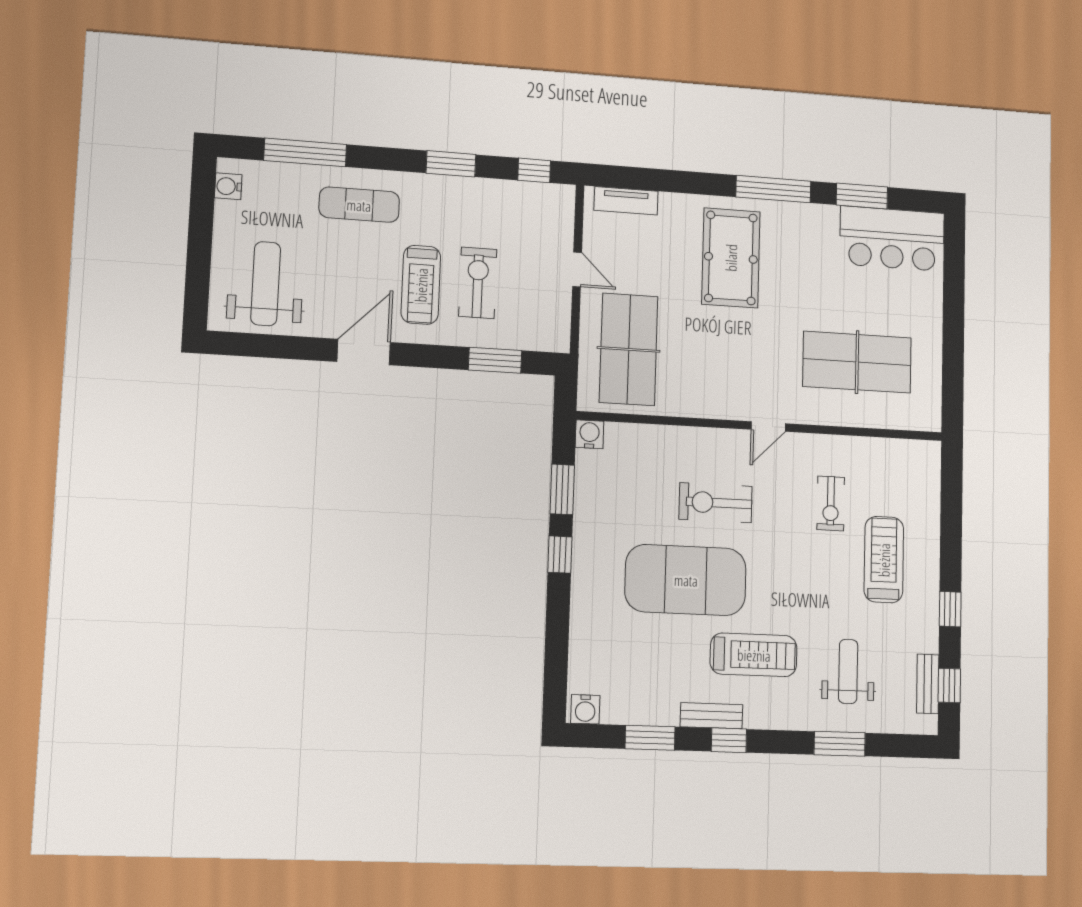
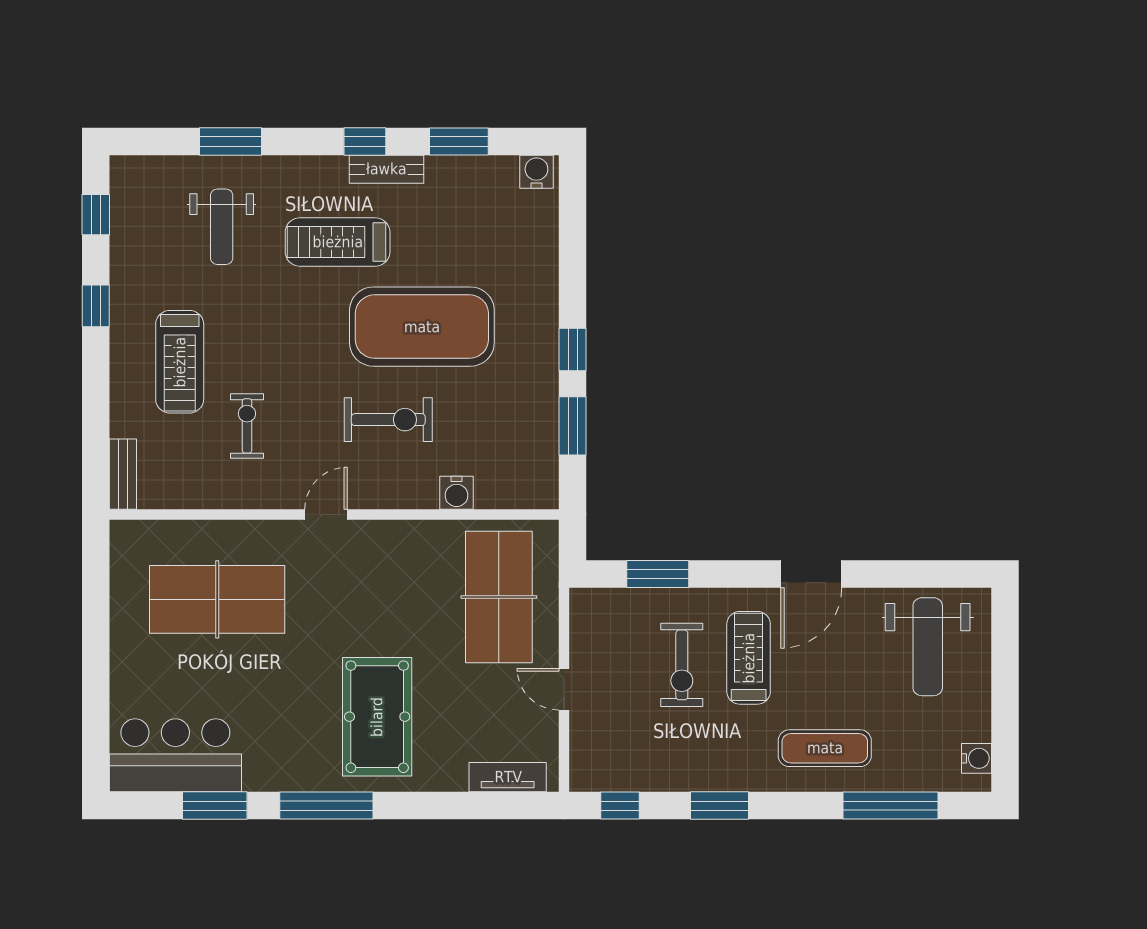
water cooler: (589, 434) -> (456, 493), moved
bench: (928, 684) -> (123, 474), moved

